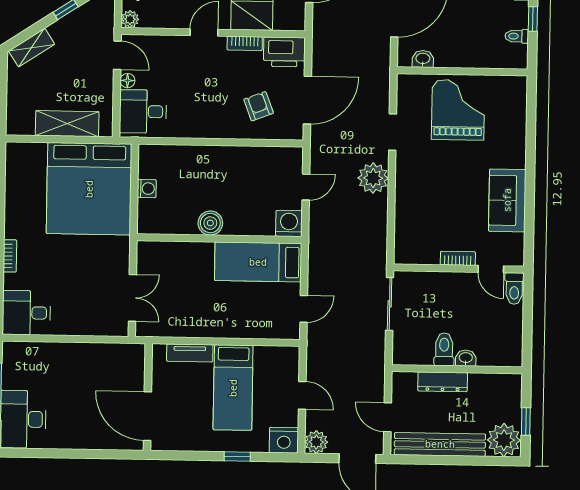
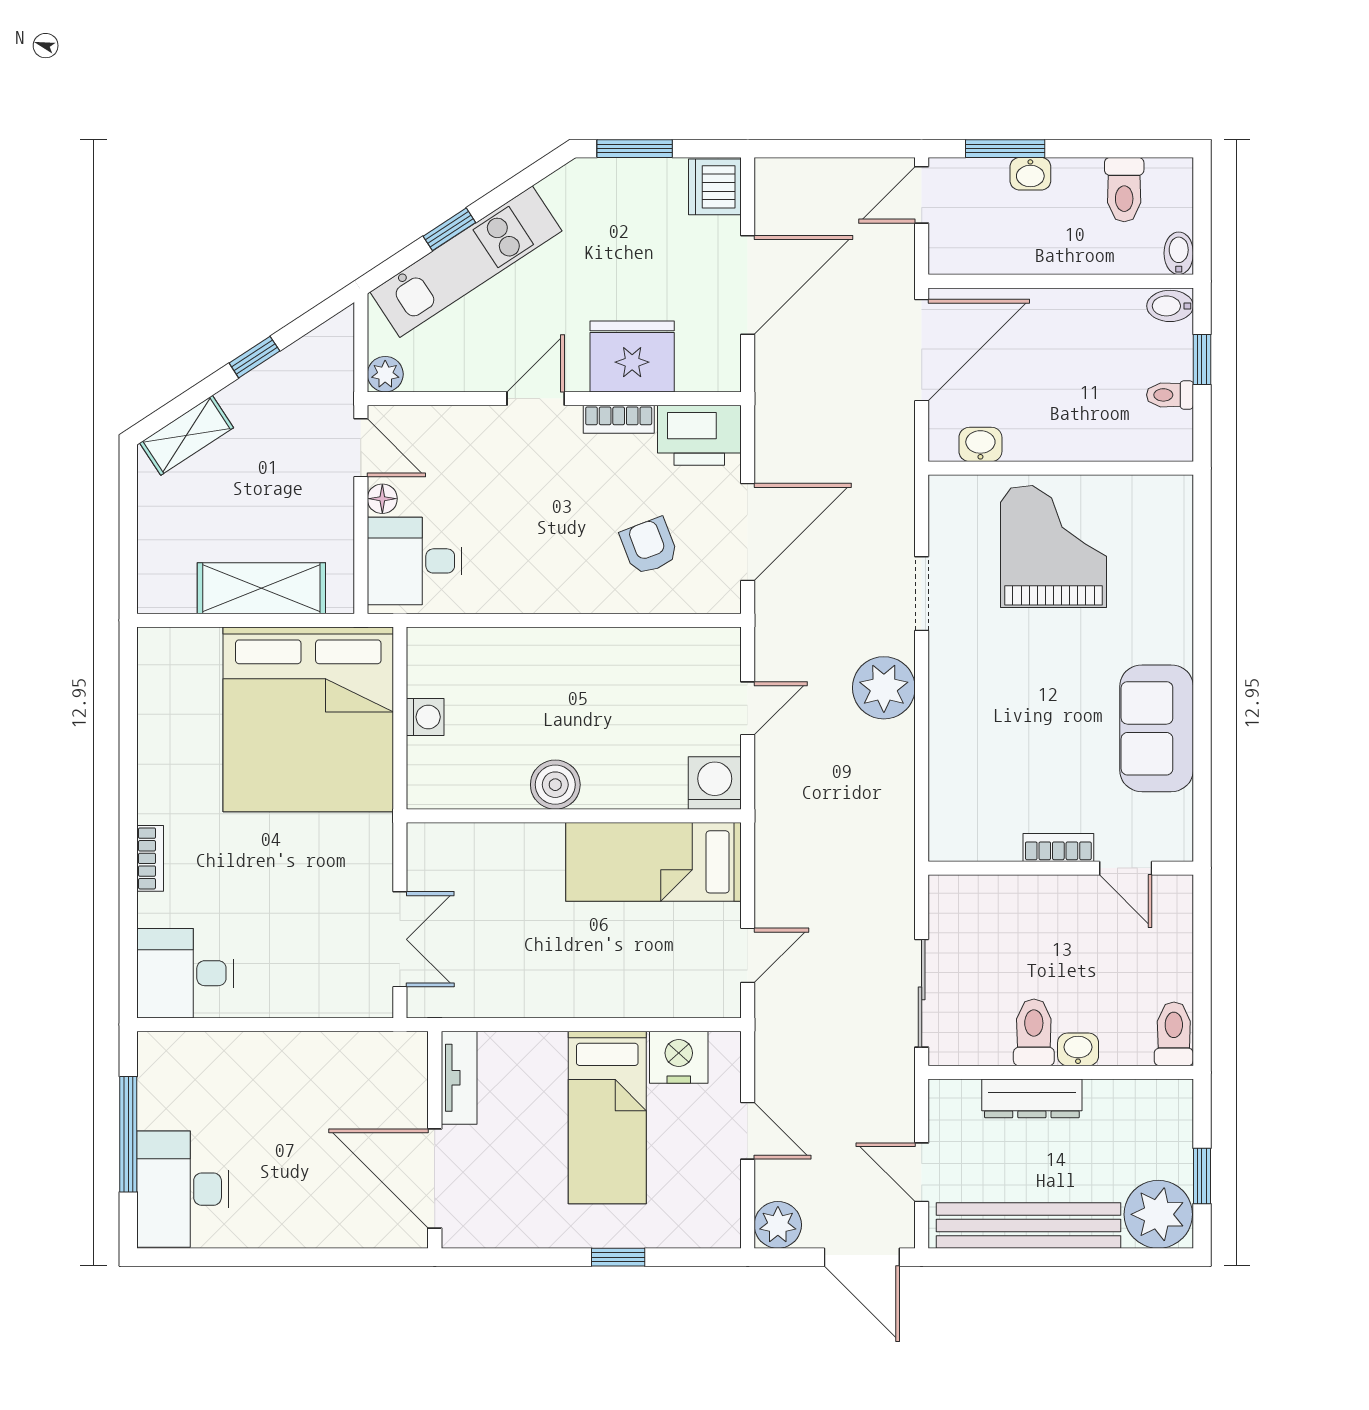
toilet: (514, 288) -> (1174, 1034), moved, turned 180
sliding door: (390, 304) -> (922, 993), moved
tv unit: (190, 353) -> (459, 1078), moved, turned -90
nightstand: (284, 440) -> (679, 1057), moved, turned 180

